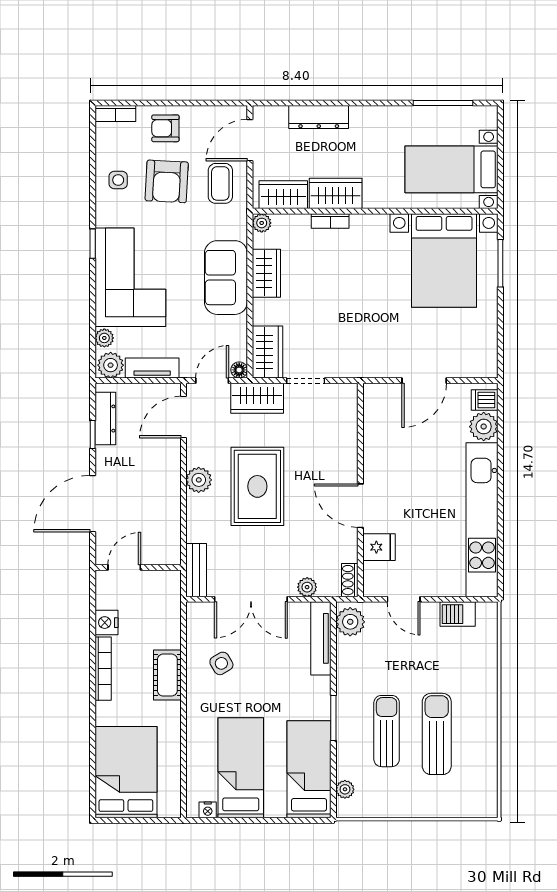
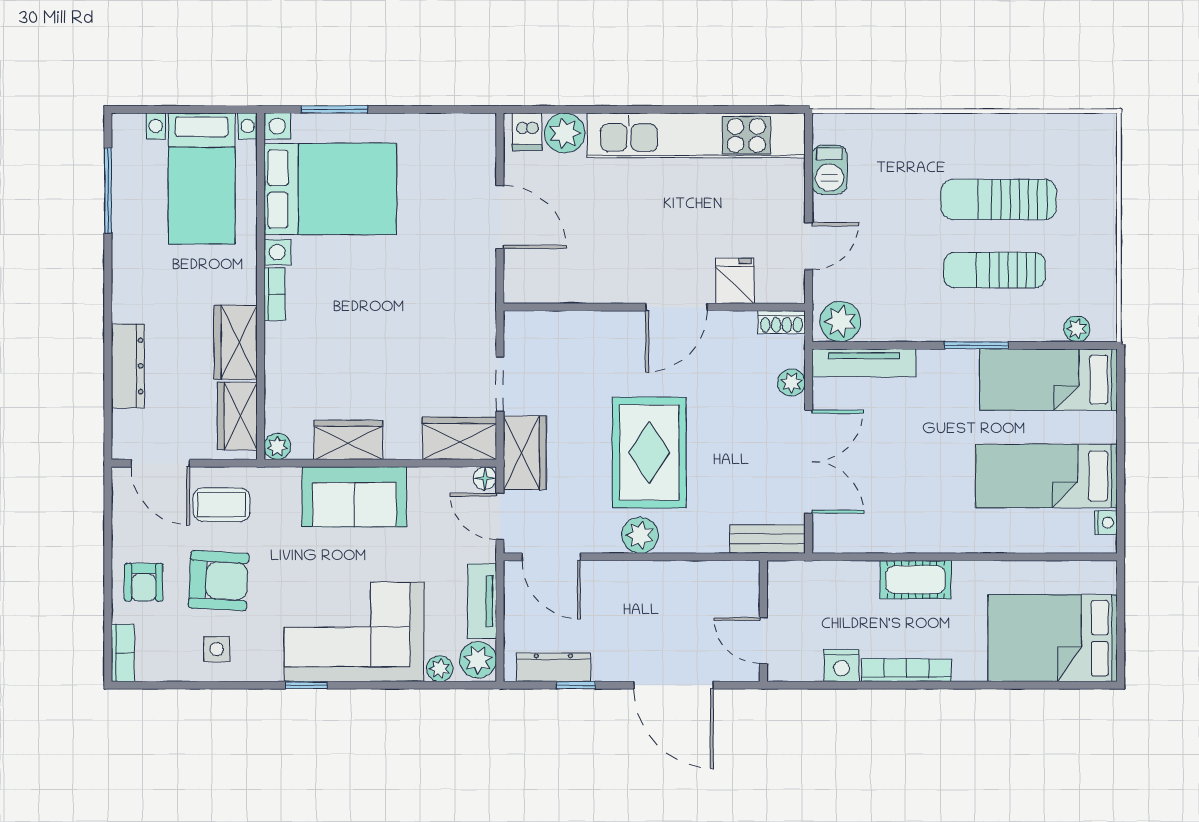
bookcase: (330, 221) -> (275, 294), moved
rug: (257, 486) -> (649, 453), turned 90
side table: (221, 663) -> (899, 503), removed

